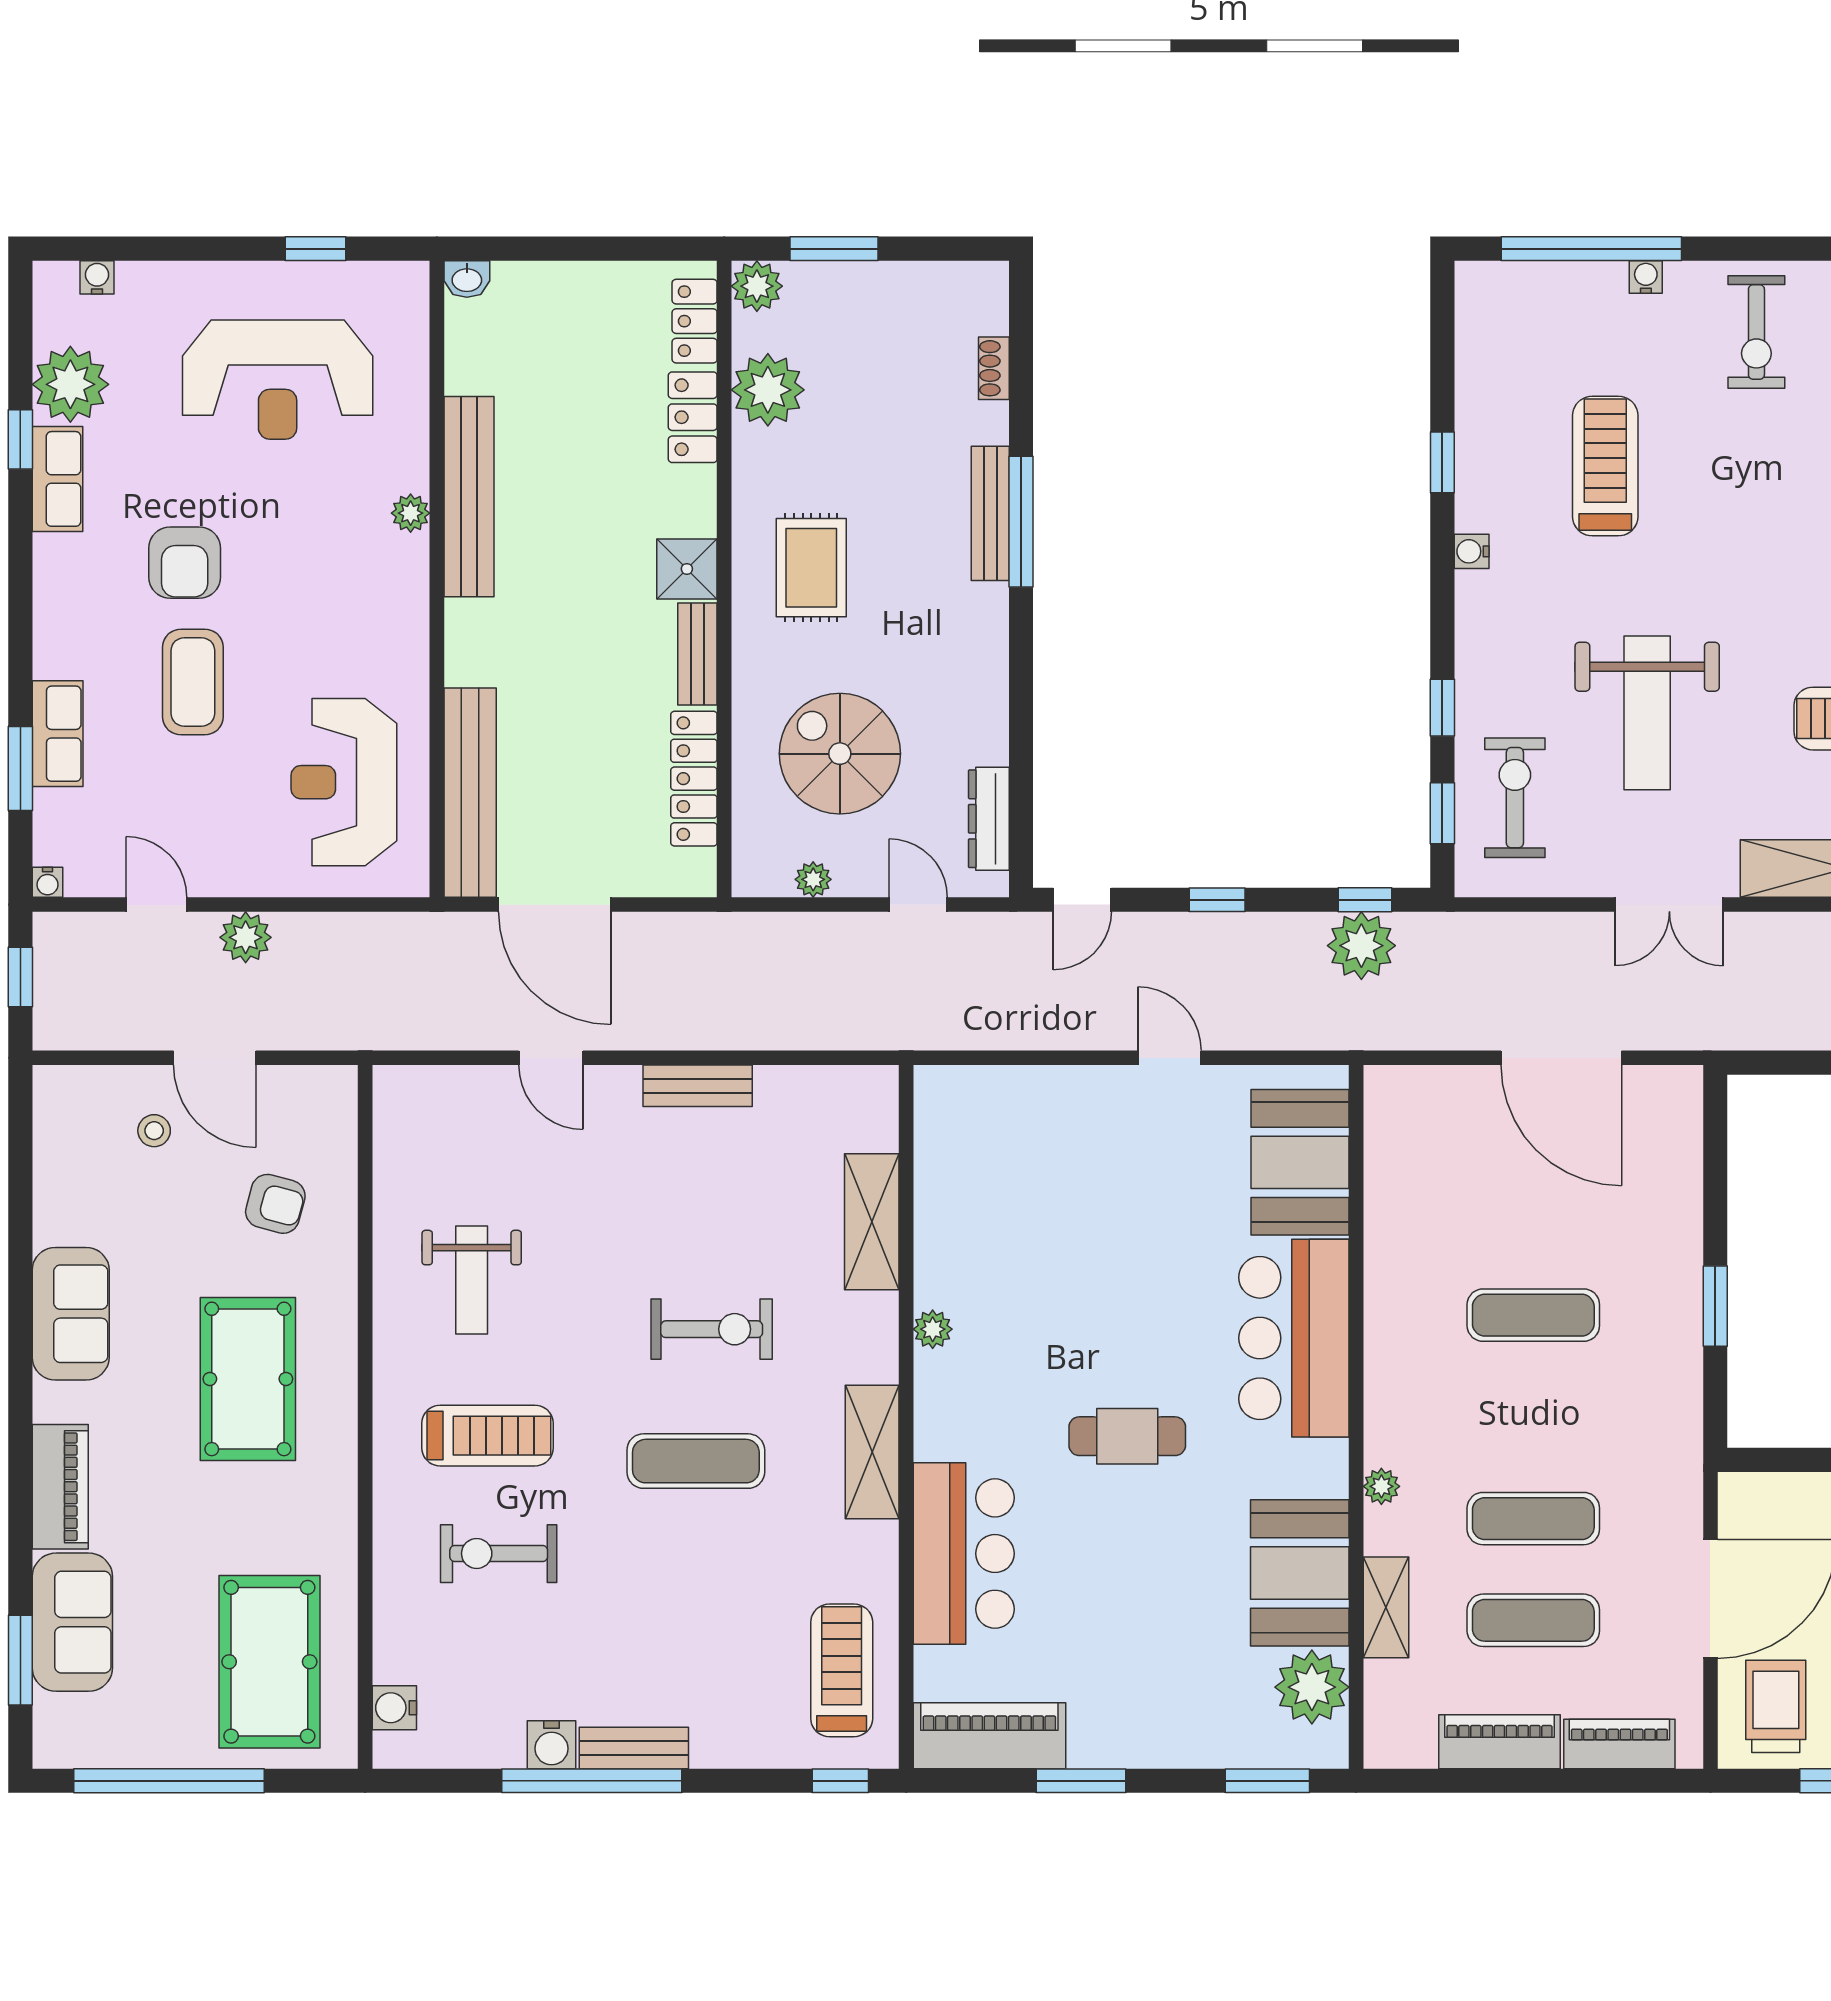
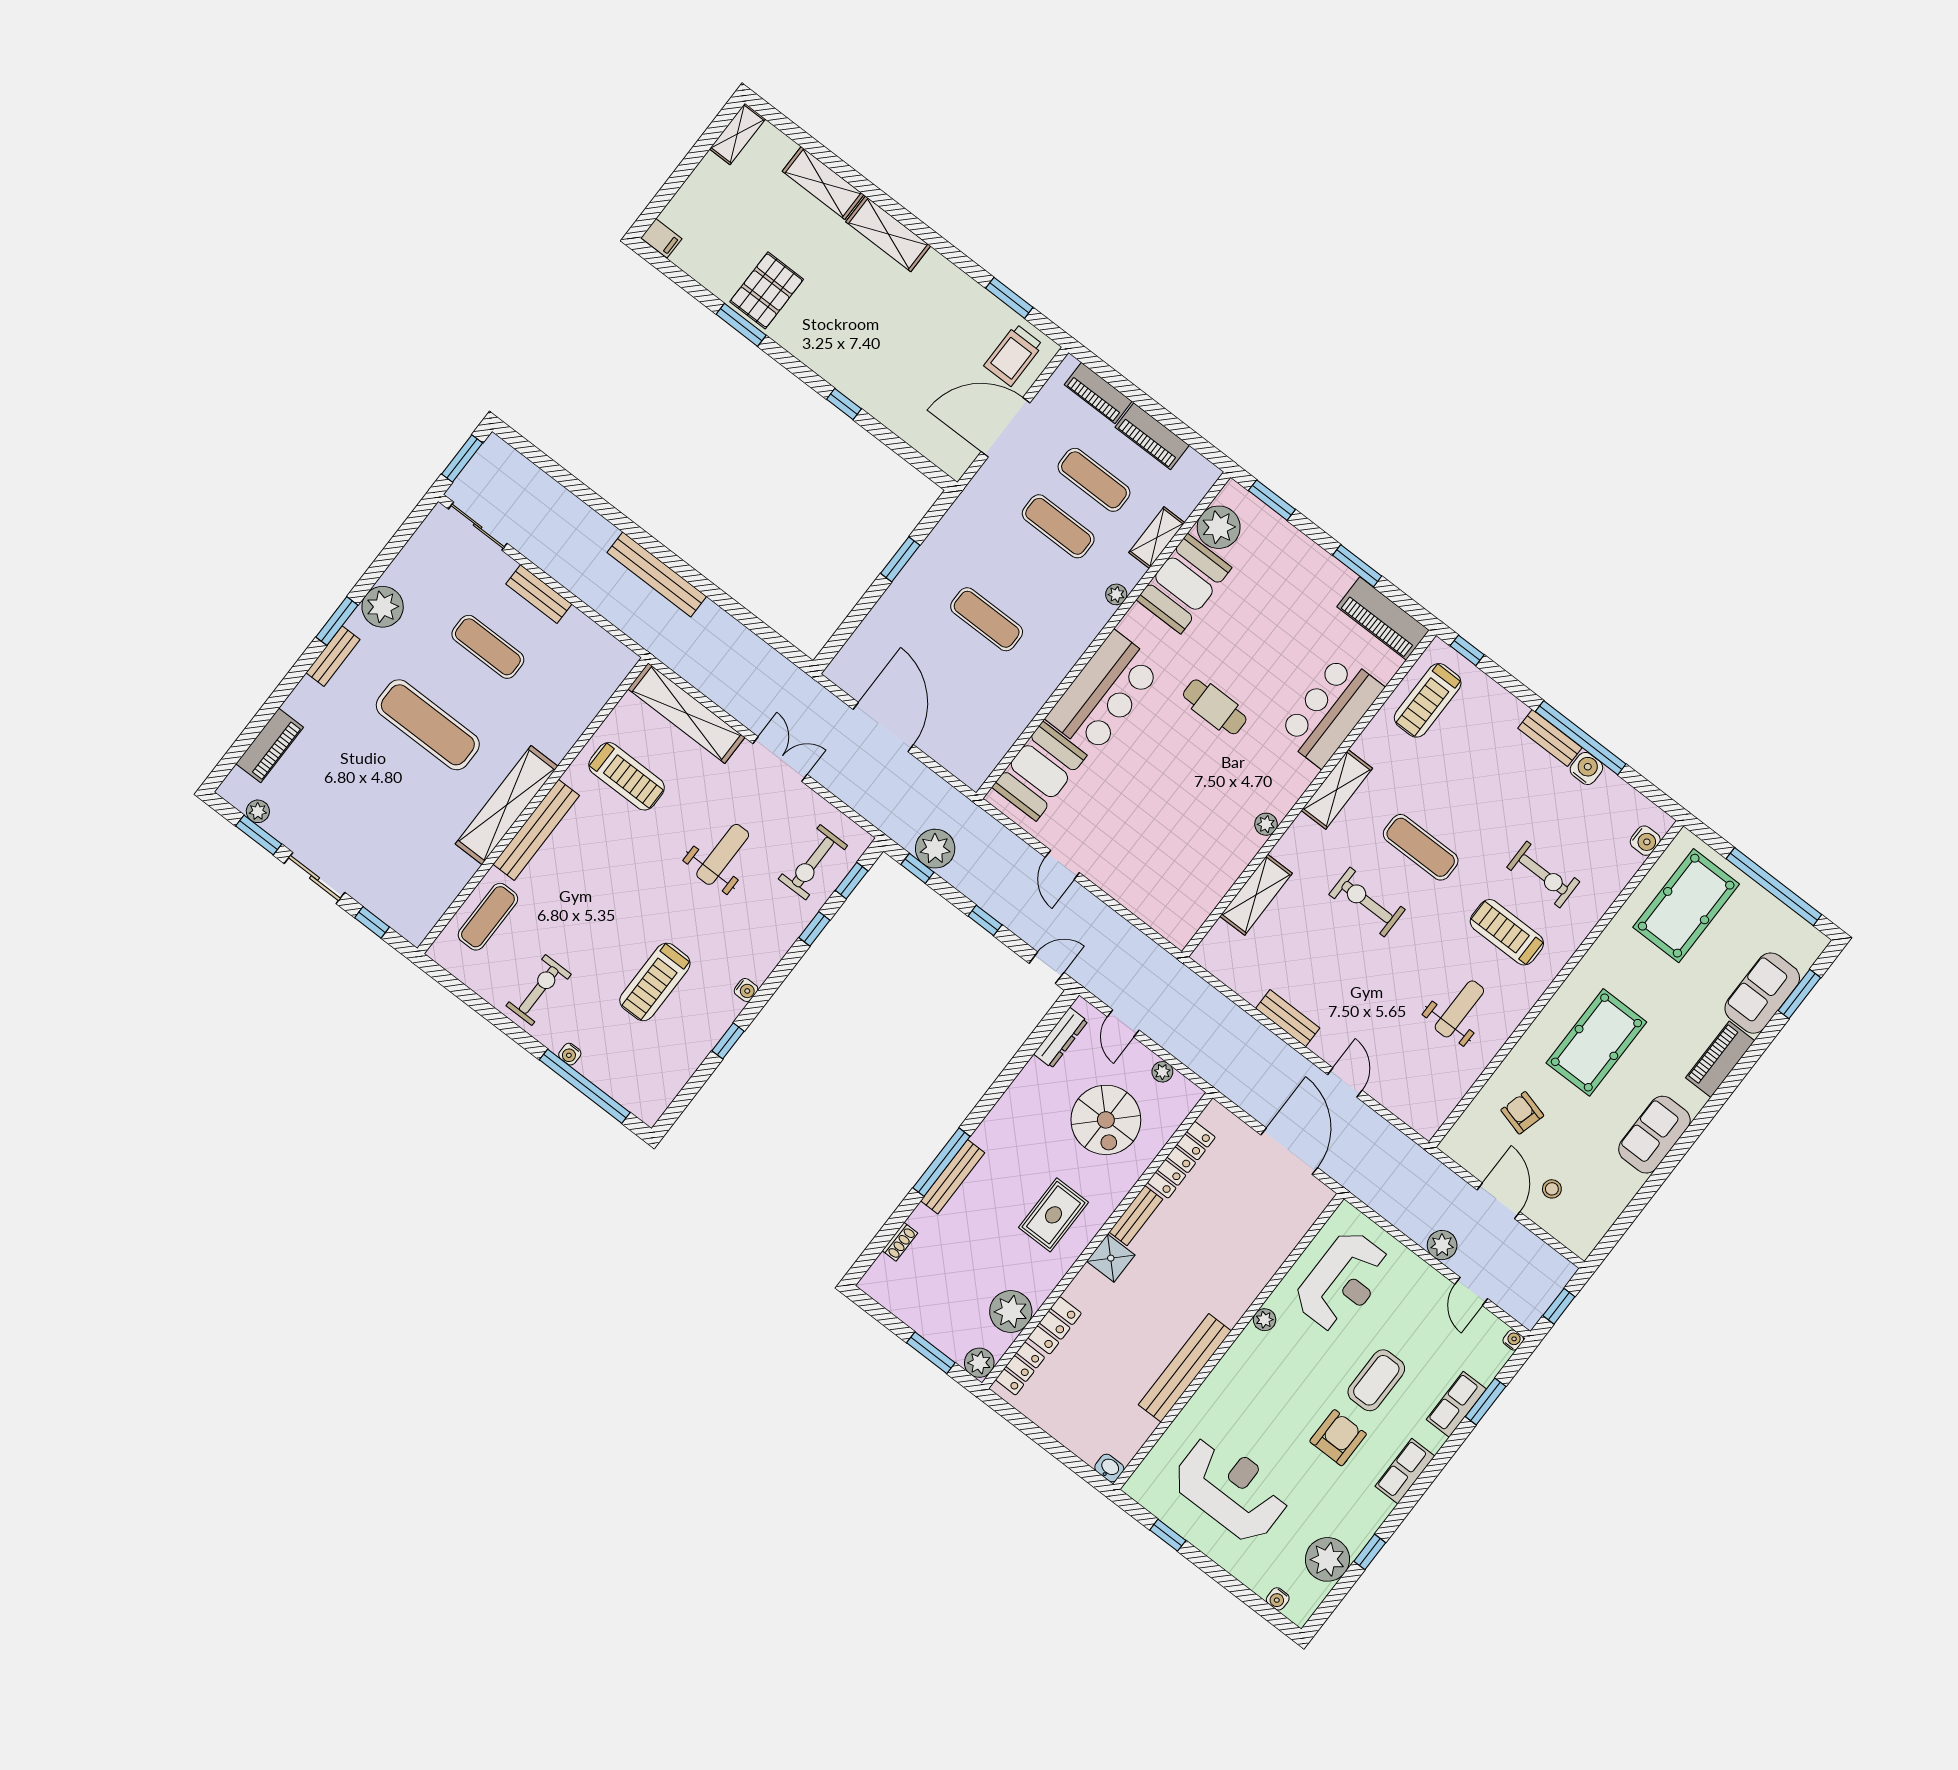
row of seats: (58, 479) -> (1405, 1471), moved
plant: (411, 513) -> (1265, 1320), moved
weight bench: (1647, 713) -> (723, 854), width x0.73, depth x0.75
bench: (470, 793) -> (1289, 1232), removed

